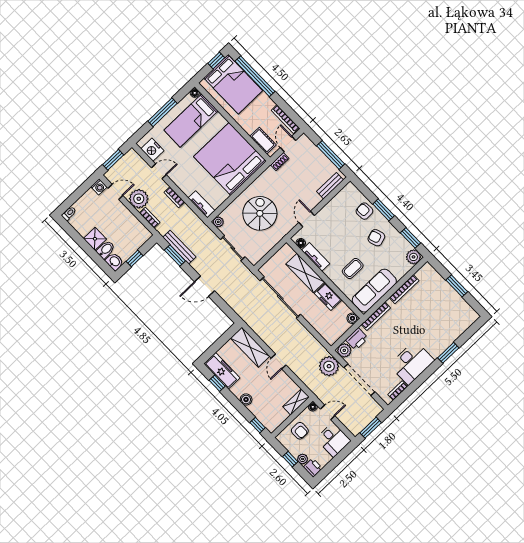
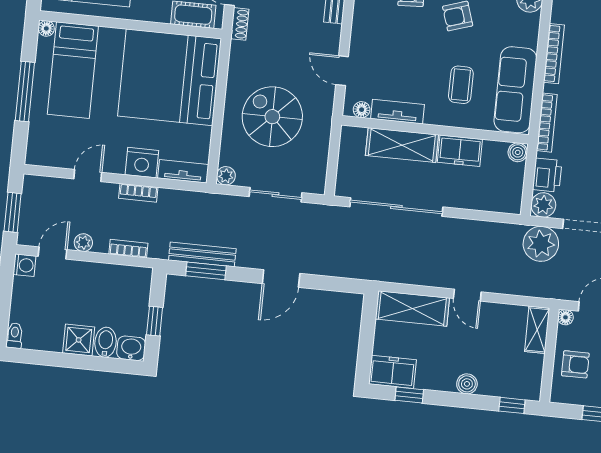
nightstand: (152, 150) -> (142, 163), moved
plant: (139, 199) -> (83, 243), width x0.53, depth x0.53
freezer: (222, 371) -> (392, 372), width x0.71

